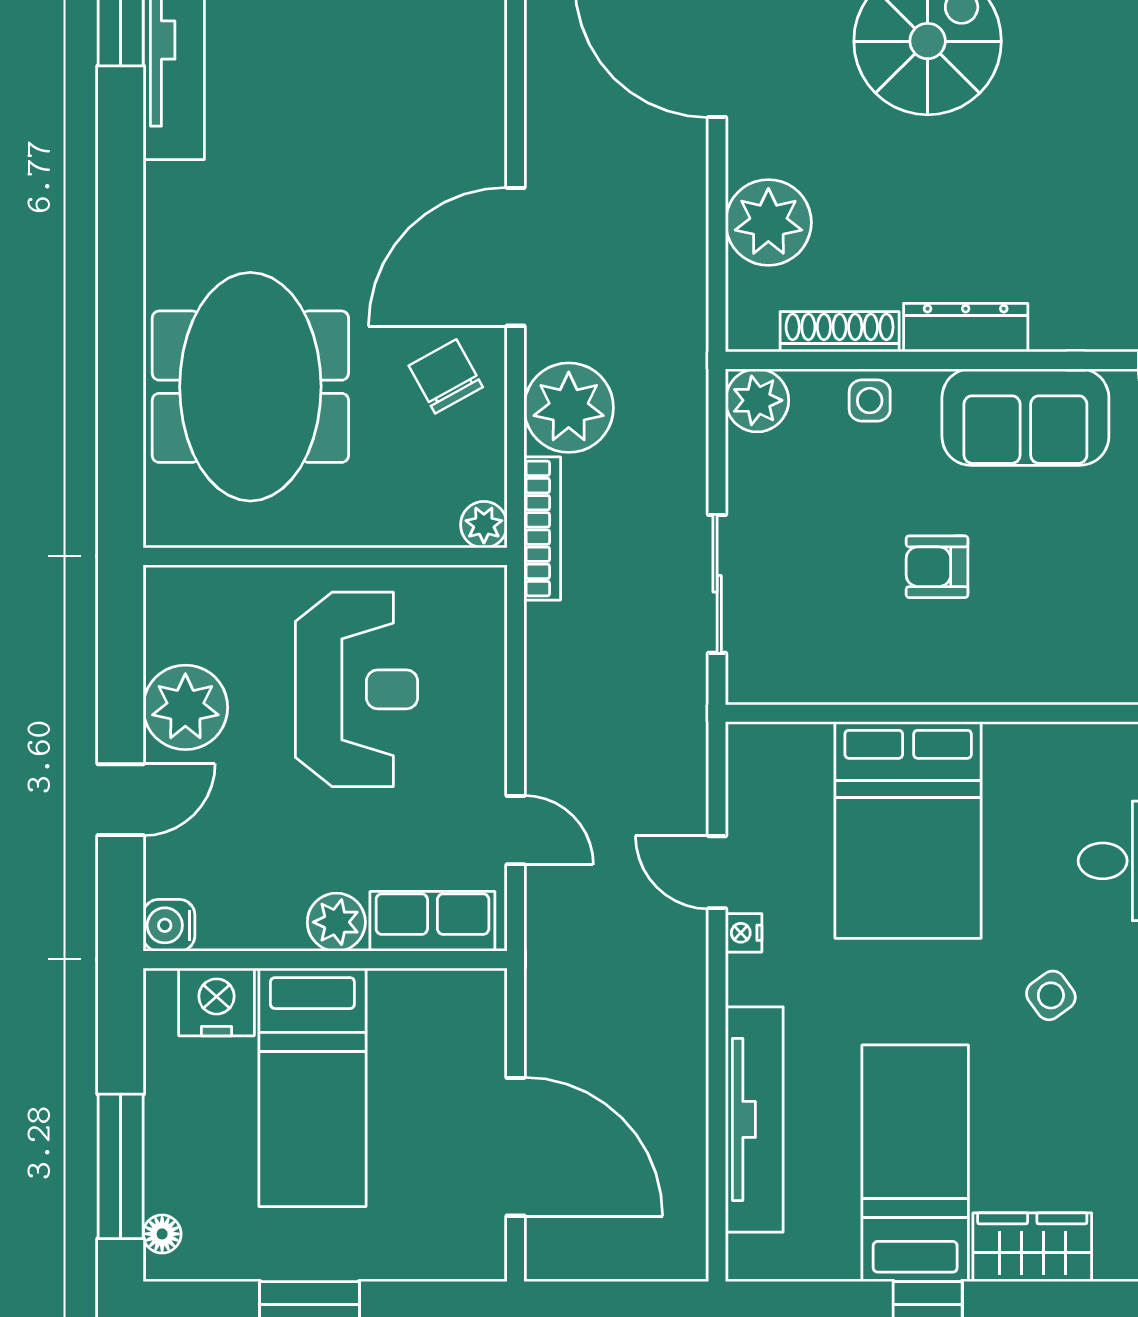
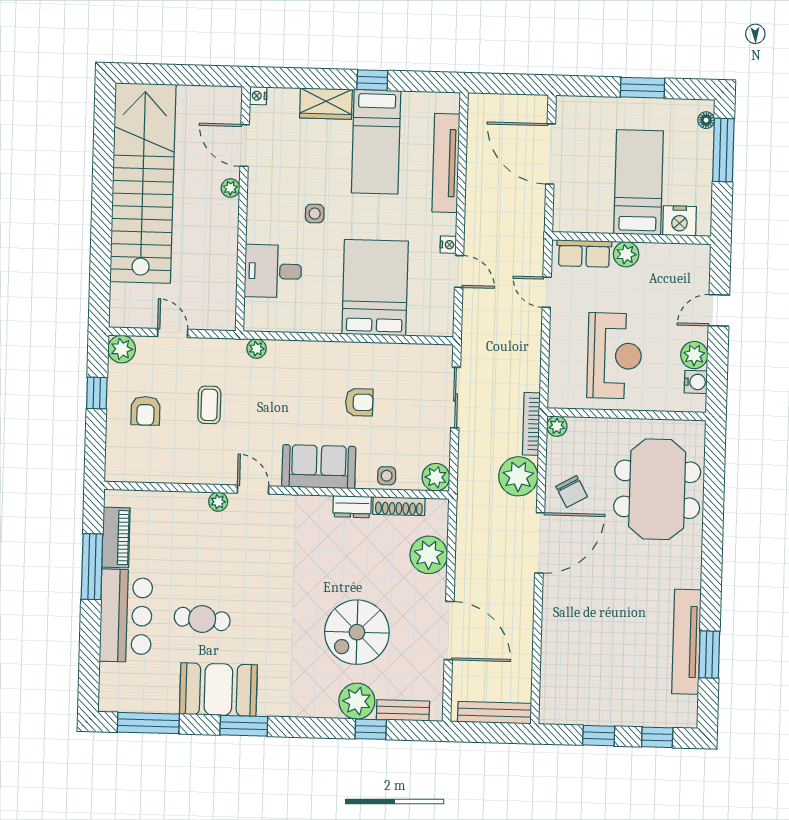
dresser: (966, 328) -> (352, 507), width x0.70
reception desk: (357, 689) -> (614, 356), turned 180
plant: (185, 707) -> (694, 355), width x0.73, depth x0.73
water cooler: (169, 925) -> (696, 382), moved
side table: (1051, 995) -> (315, 214), turned 36

